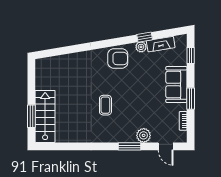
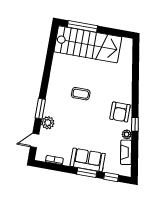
window: (145, 37) -> (135, 124), moved
window: (191, 99) -> (87, 173), moved
window: (31, 116) -> (82, 26), width x1.44
stairs: (45, 116) -> (88, 44), width x1.36, depth x1.51

